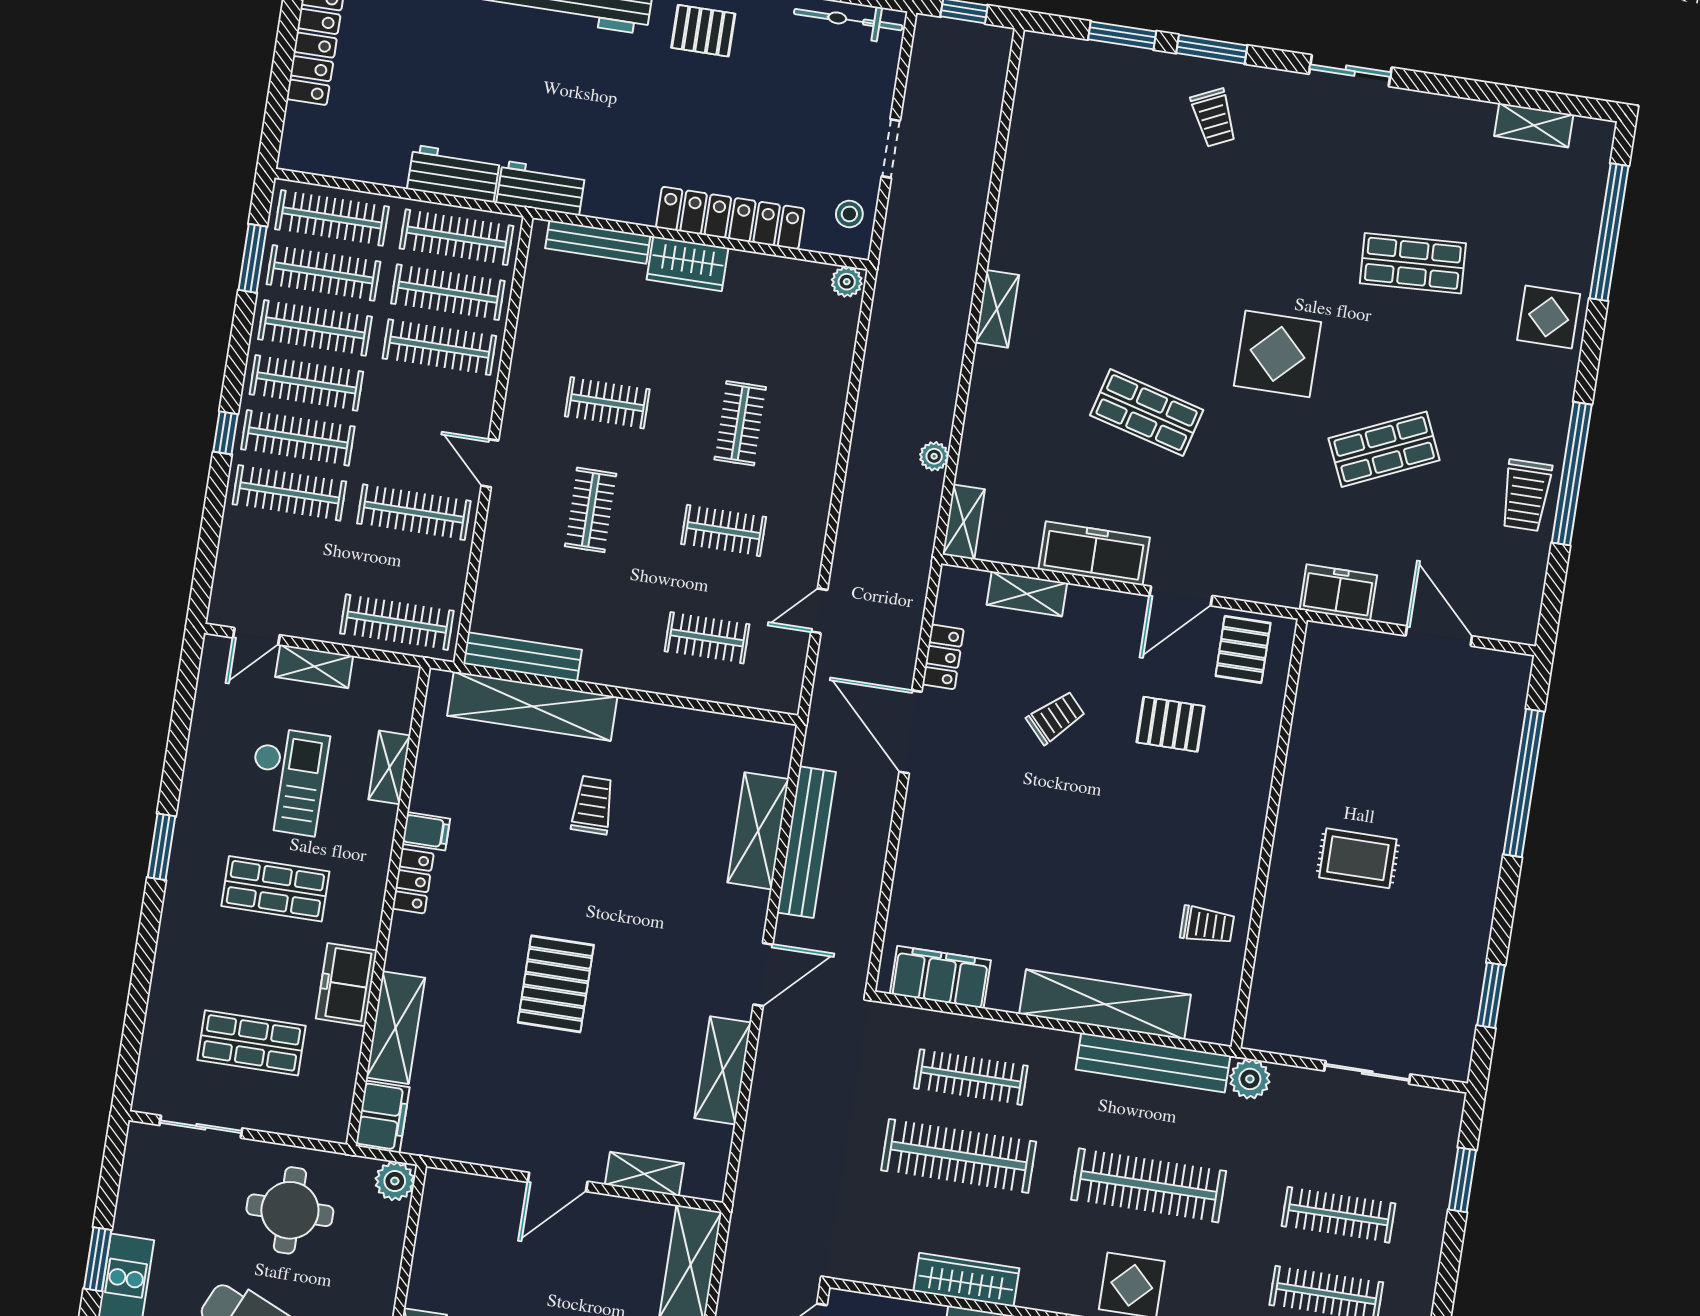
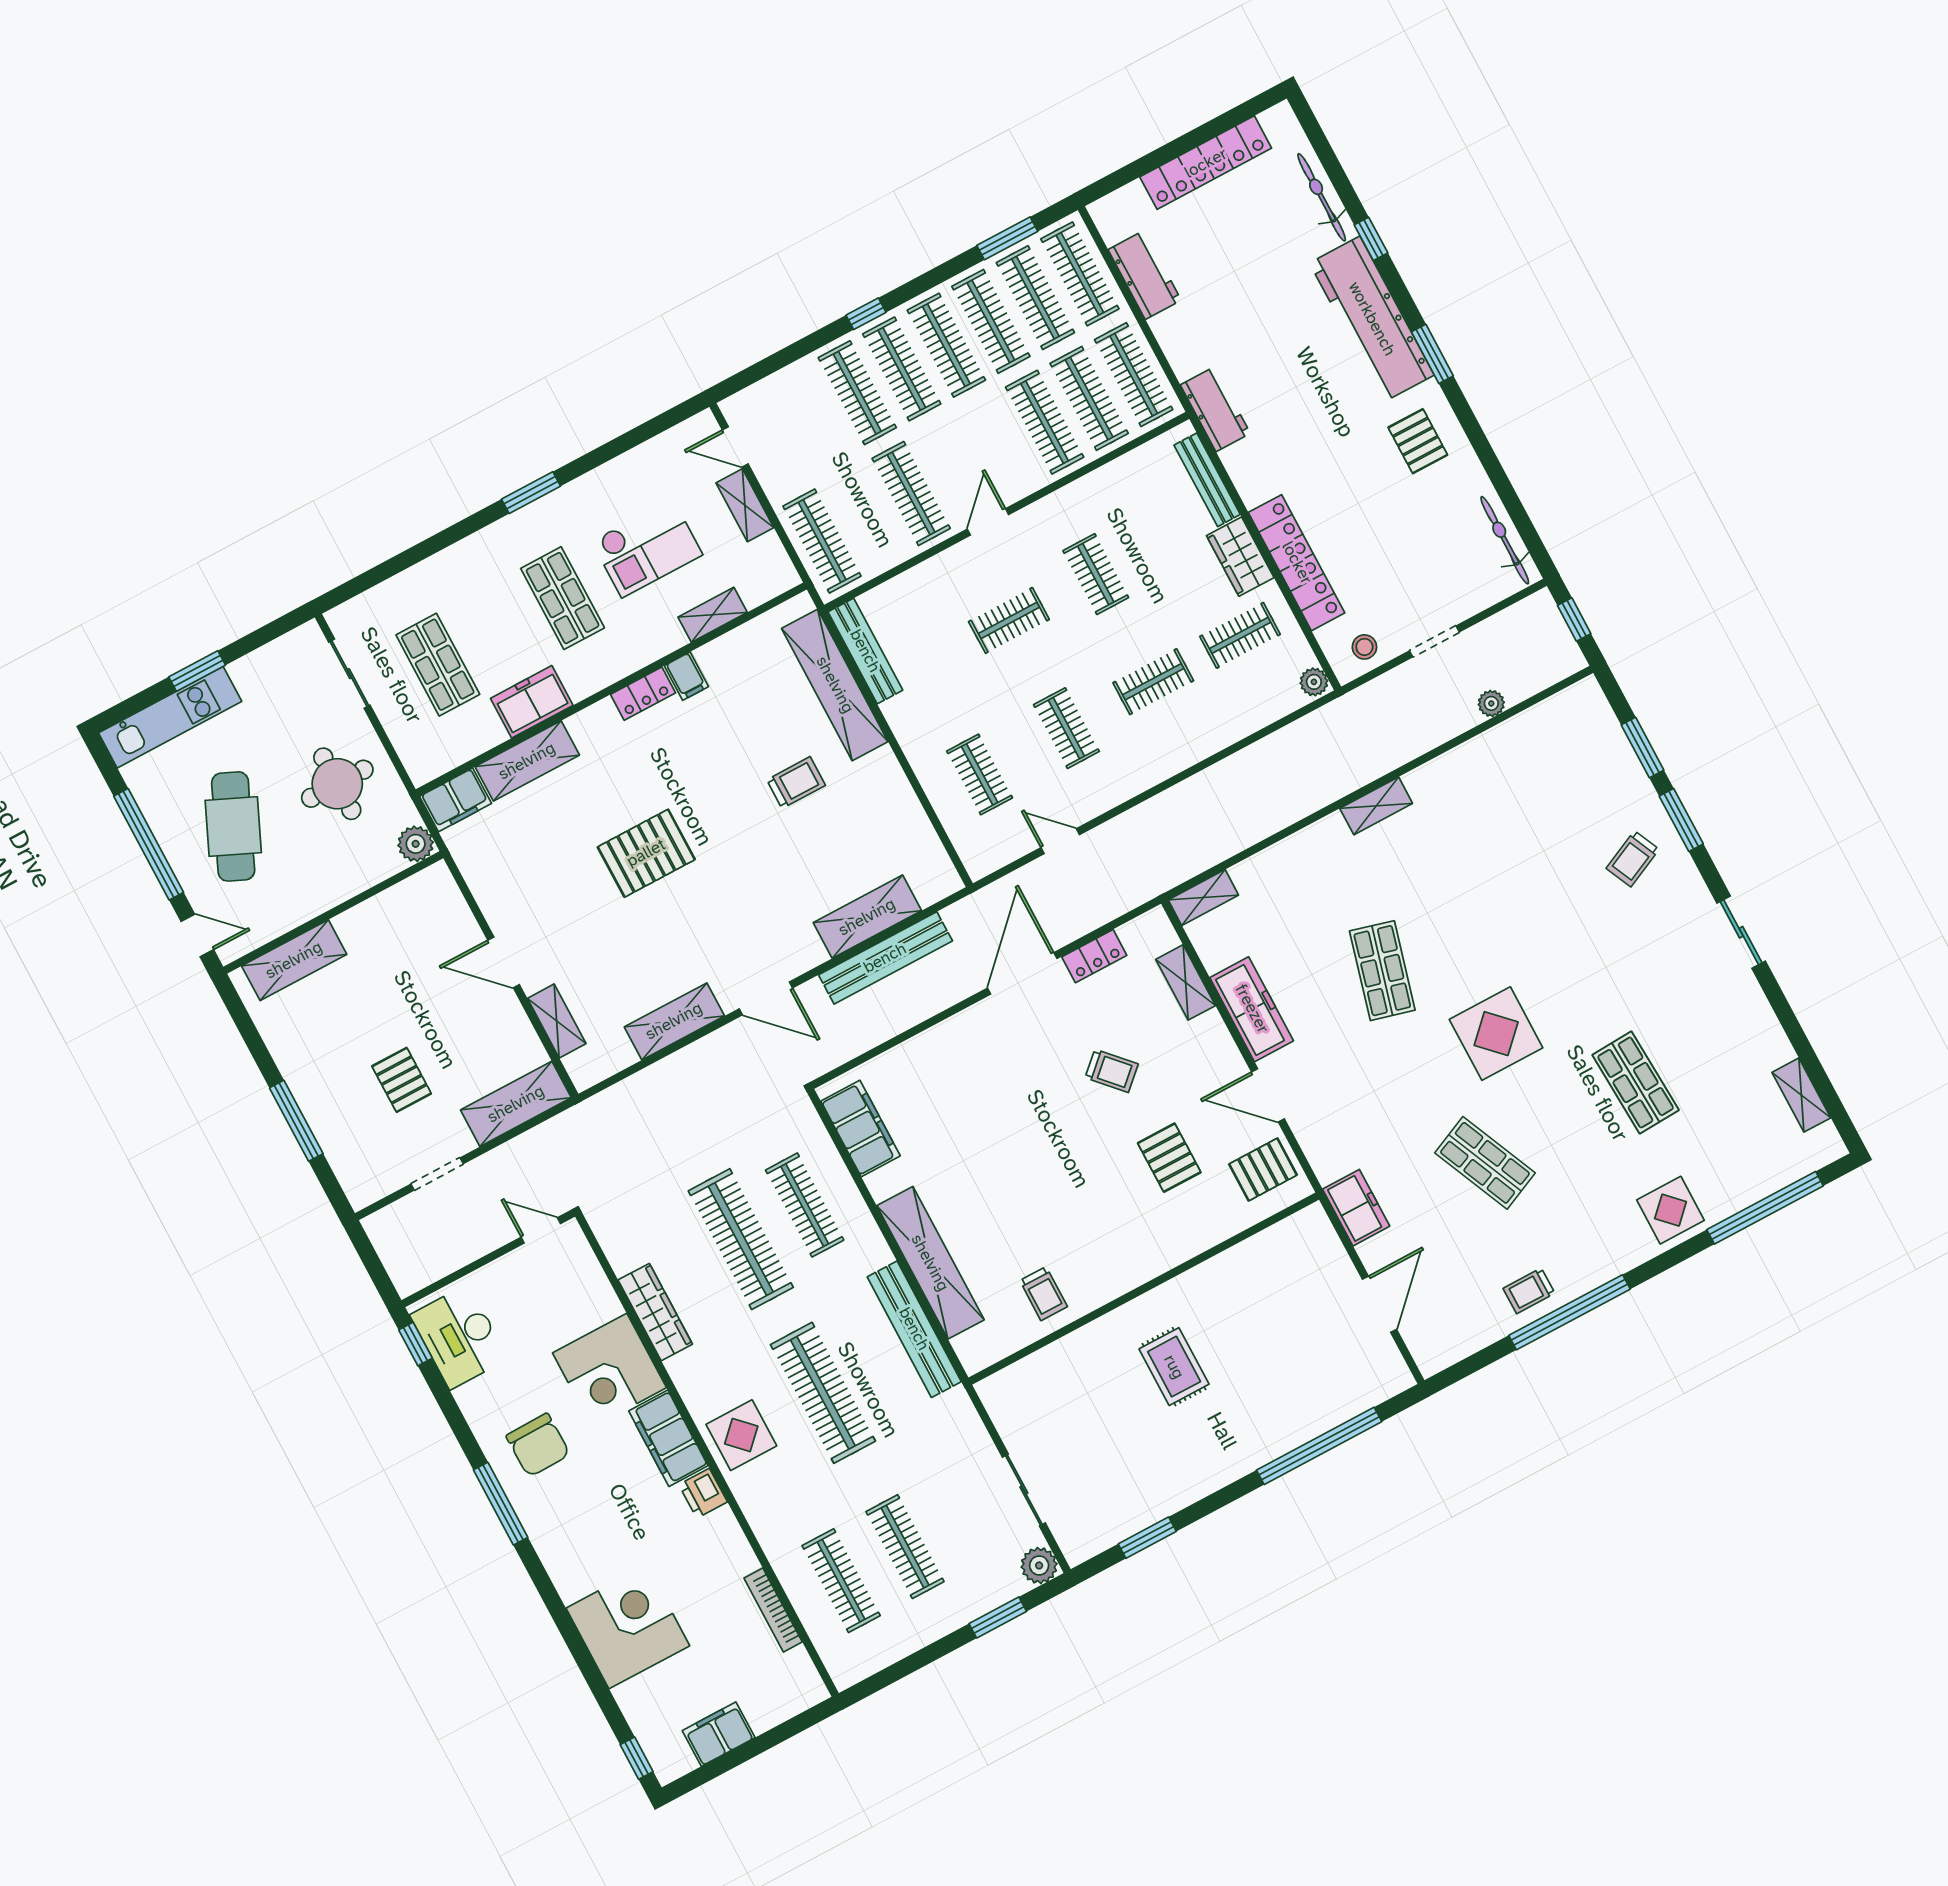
workbench: (454, 174) -> (1145, 275), moved
clothes rail: (757, 316) -> (1240, 635), added
plant: (934, 456) -> (1491, 703), moved
trolley: (1526, 495) -> (1529, 1291), width x0.73, depth x0.72
plant: (1250, 1079) -> (1039, 1565), moved

